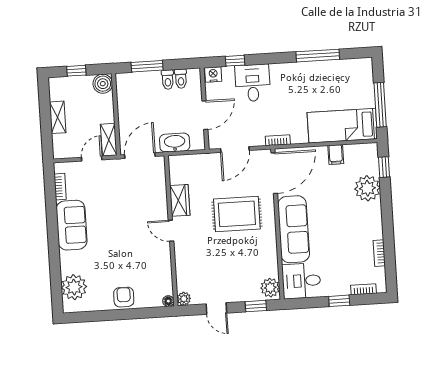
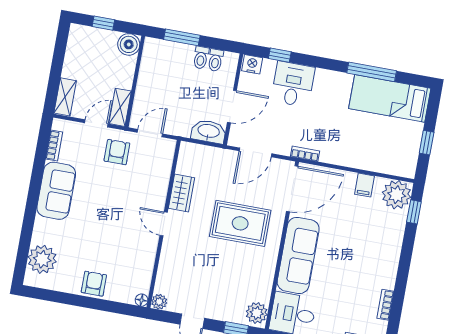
window: (380, 105) -> (427, 143), width x0.46
shelving: (58, 117) -> (65, 97), moved
bed: (342, 126) -> (390, 98), moved
washbasin: (175, 143) -> (209, 131), moved
door: (140, 155) -> (150, 133), width x0.73
armchair: (116, 179) -> (117, 152), added
plant: (367, 188) -> (397, 195), moved

